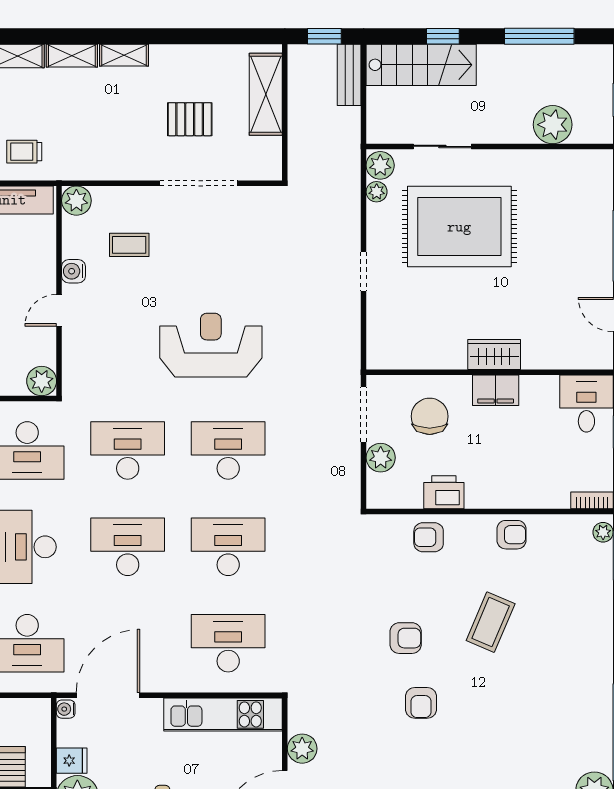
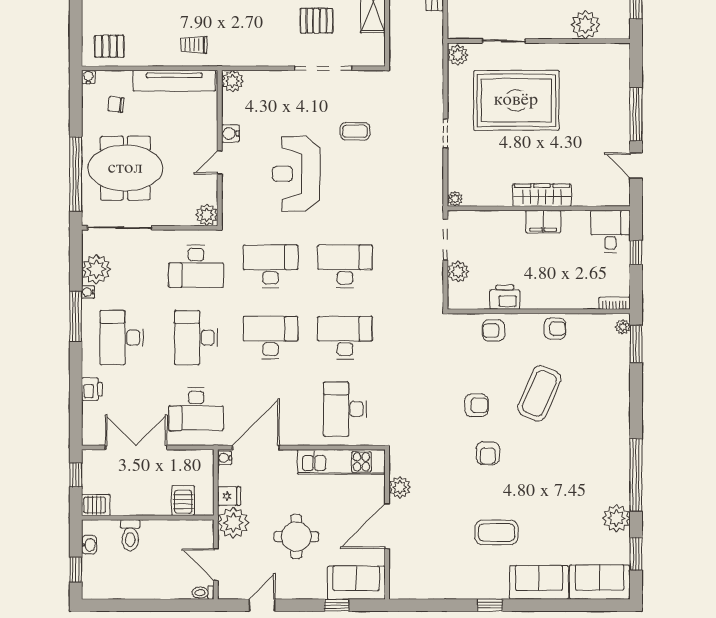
plant: (377, 192) -> (455, 199), moved
coffee table: (129, 245) -> (355, 131), moved
reception desk: (211, 345) -> (296, 174), moved, turned -90
wardrobe: (494, 354) -> (542, 195), width x1.50
chair: (430, 416) -> (494, 241), removed
coffee table: (491, 622) -> (539, 393), width x1.36, depth x1.32
desk: (228, 643) -> (345, 409), turned -90

